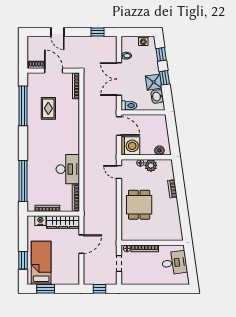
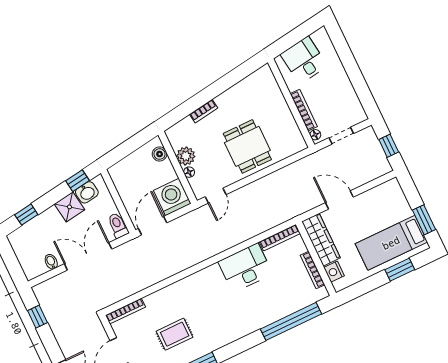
washing machine: (143, 41) -> (20, 248), removed
window: (165, 78) -> (77, 181), moved
double door: (119, 79) -> (88, 256), swing flipped
dining table: (139, 205) -> (247, 146), turned 90

